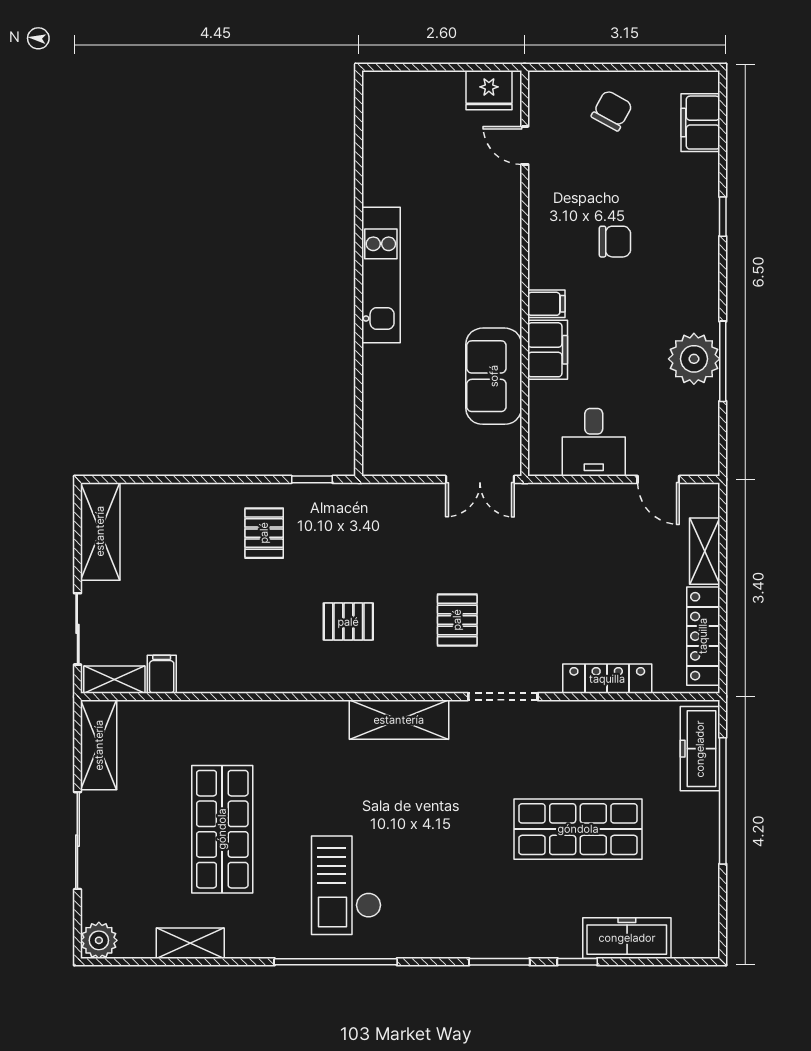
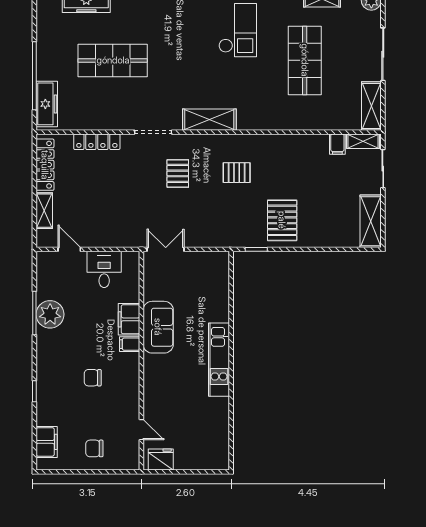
chair: (612, 111) -> (94, 448), turned 61
sofa: (494, 376) -> (158, 327), moved
pallet: (264, 533) -> (282, 220), width x1.50, depth x1.42

